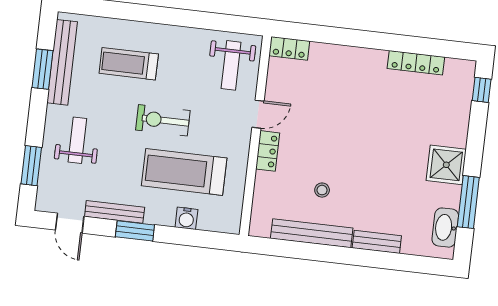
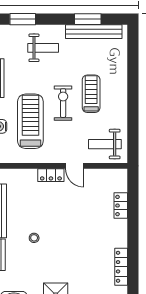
locker: (289, 48) -> (121, 206), moved
treadmill: (129, 64) -> (91, 94), moved
stool: (322, 190) -> (34, 238), moved

